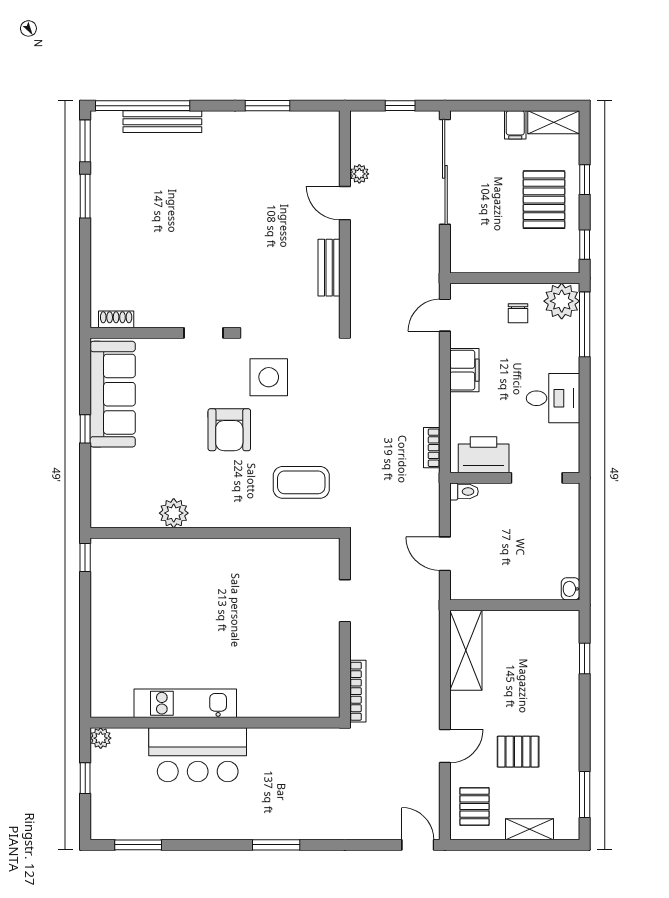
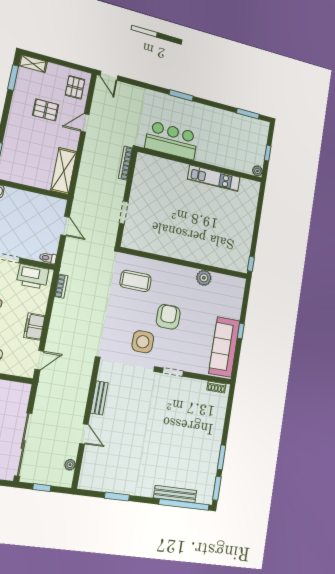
plant: (359, 174) -> (70, 465), moved
bar counter: (198, 755) -> (172, 140), moved
shelving: (530, 829) -> (33, 64), moved

